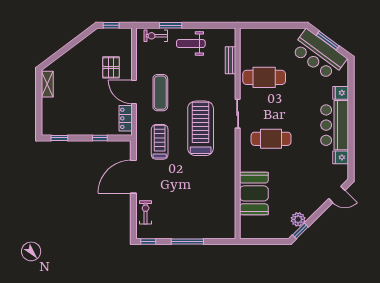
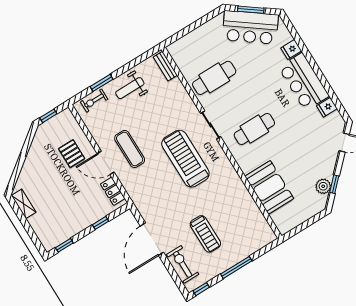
bench: (230, 60) -> (165, 66), moved
treadmill: (160, 142) -> (205, 234), moved, turned 180
exercise bike: (146, 212) -> (183, 264), width x1.38, depth x1.39
window: (300, 231) -> (334, 184), moved

